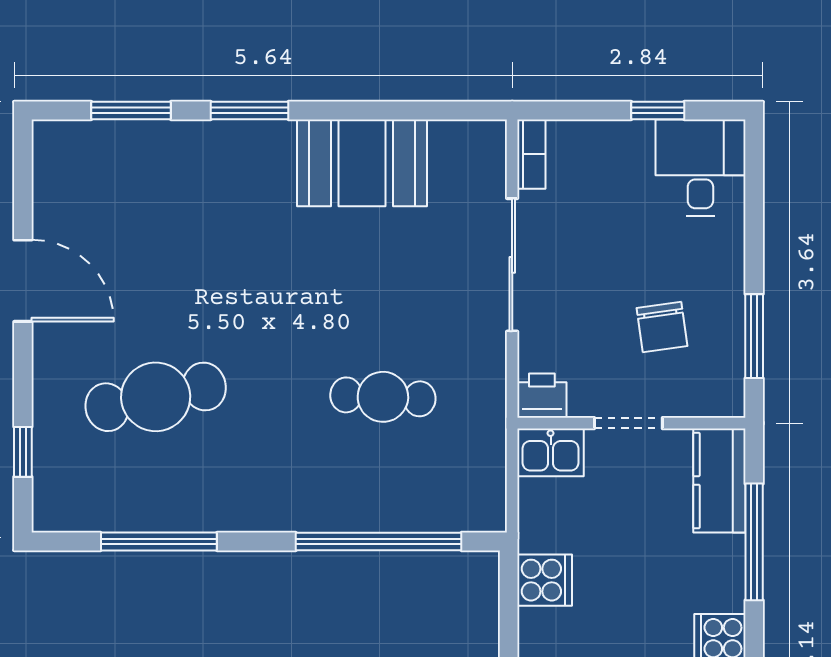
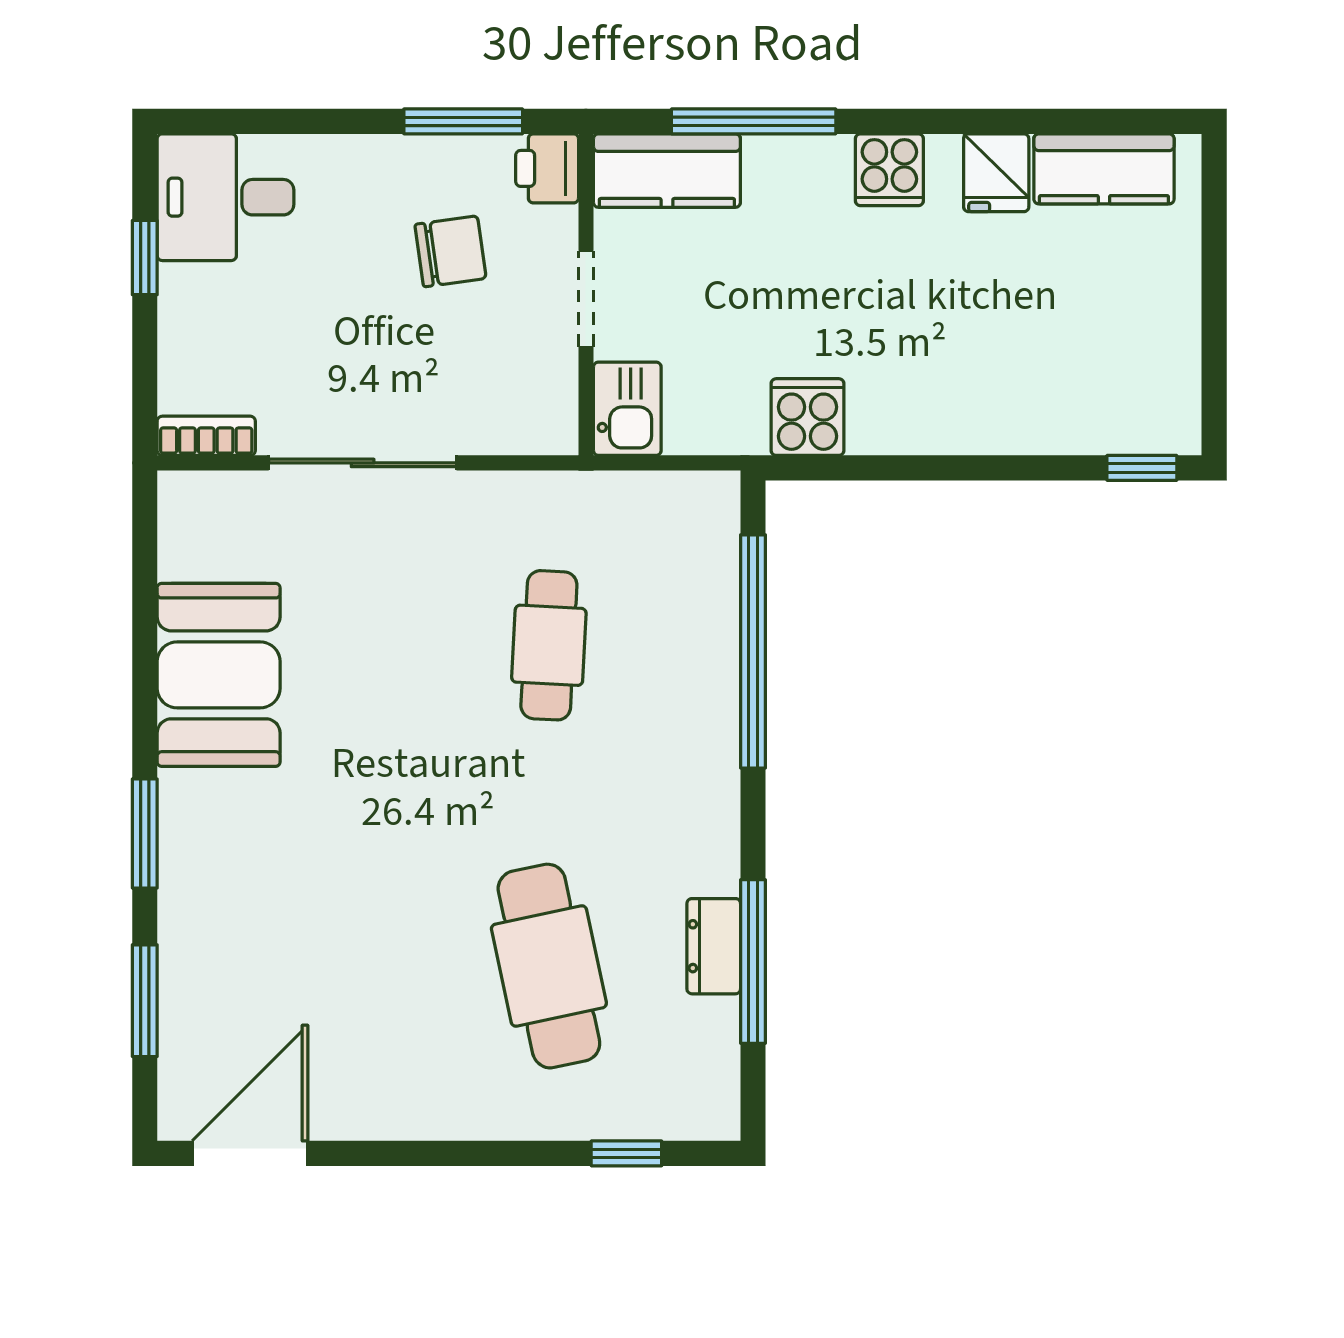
door: (23, 281) -> (250, 1153), moved
printer: (542, 396) -> (547, 168), moved
dresser: (170, 514) -> (714, 946), added

